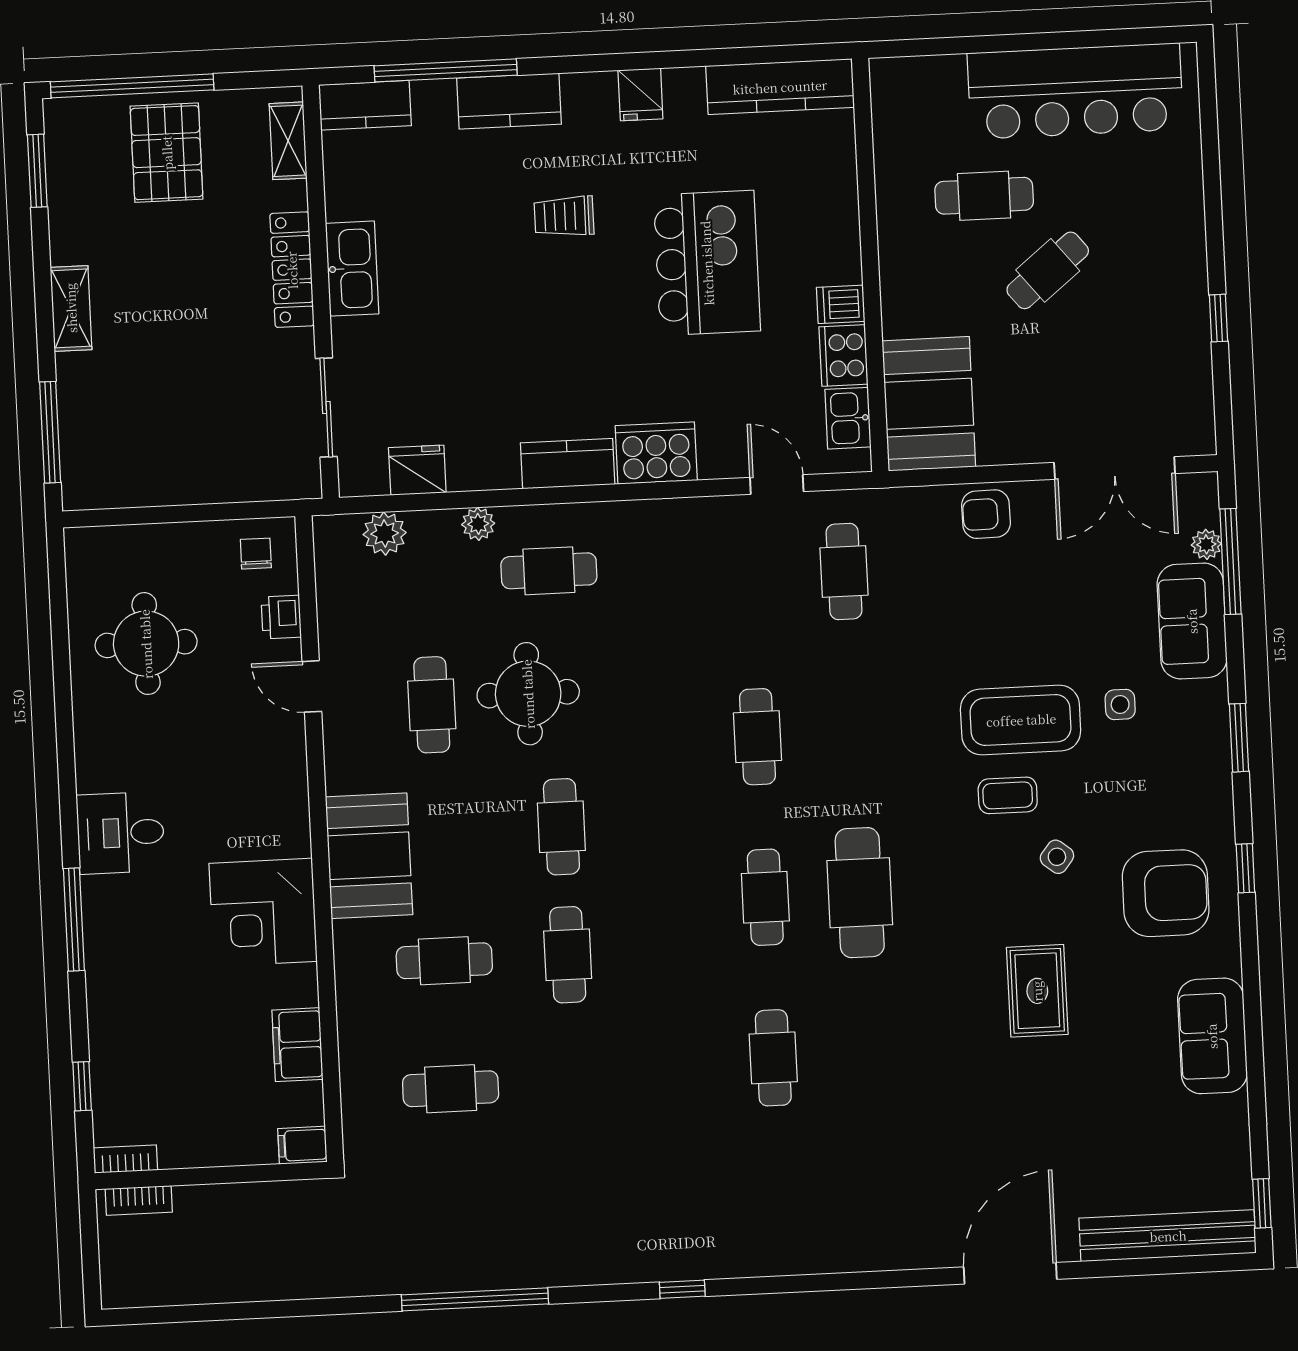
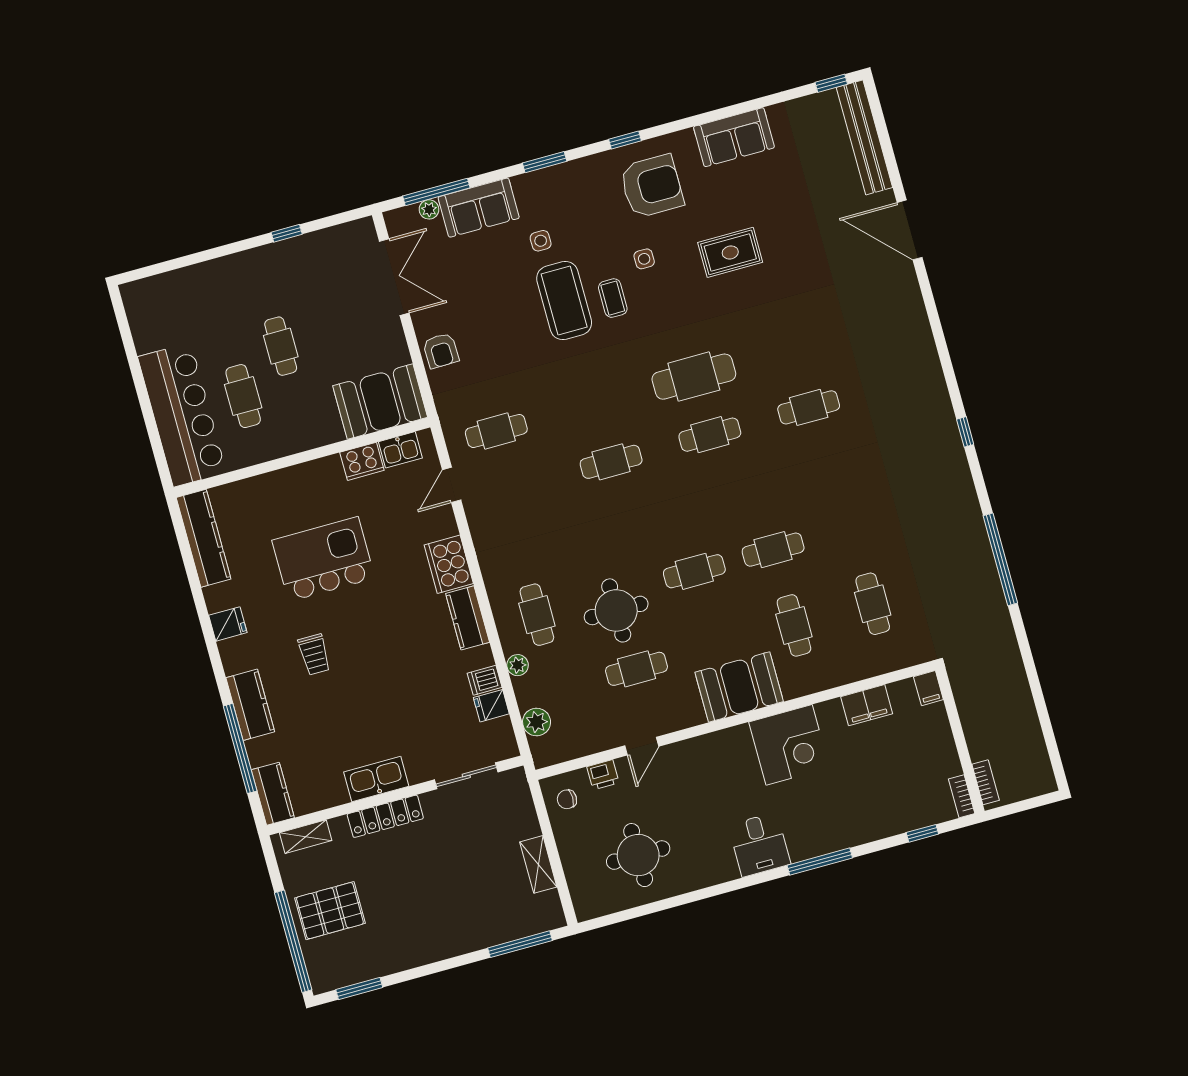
bar counter: (1075, 91) -> (182, 415), moved
cafe table: (1048, 270) -> (281, 346), turned 39
dishwasher: (841, 304) -> (485, 680), moved, turned 90
shelving: (71, 308) -> (538, 864), moved, turned 90
fridge: (417, 470) -> (491, 706), width x0.72
side table: (1057, 857) -> (644, 259), turned -38
armchair: (1166, 893) -> (652, 186), turned 90

